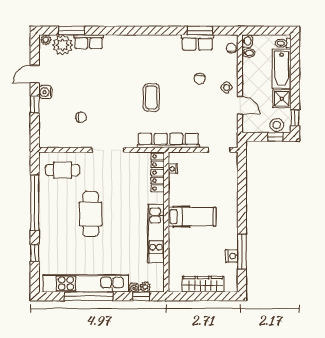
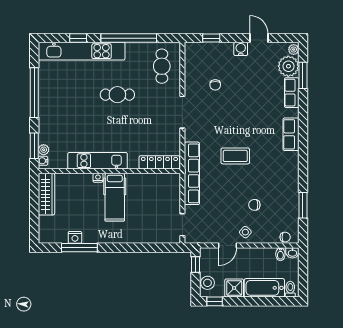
row of seats: (197, 42) -> (291, 134), moved
window: (35, 104) -> (211, 38), moved
window: (275, 137) -> (195, 265), moved
nightstand: (173, 169) -> (98, 178), moved
cafe table: (91, 214) -> (117, 95), width x0.73, depth x0.74
kitchen unit: (86, 283) -> (82, 51), moved, turned 90
wardrobe: (203, 284) -> (46, 194), moved
water cooler: (134, 288) -> (43, 161), moved
window: (141, 296) -> (34, 146), width x1.50

